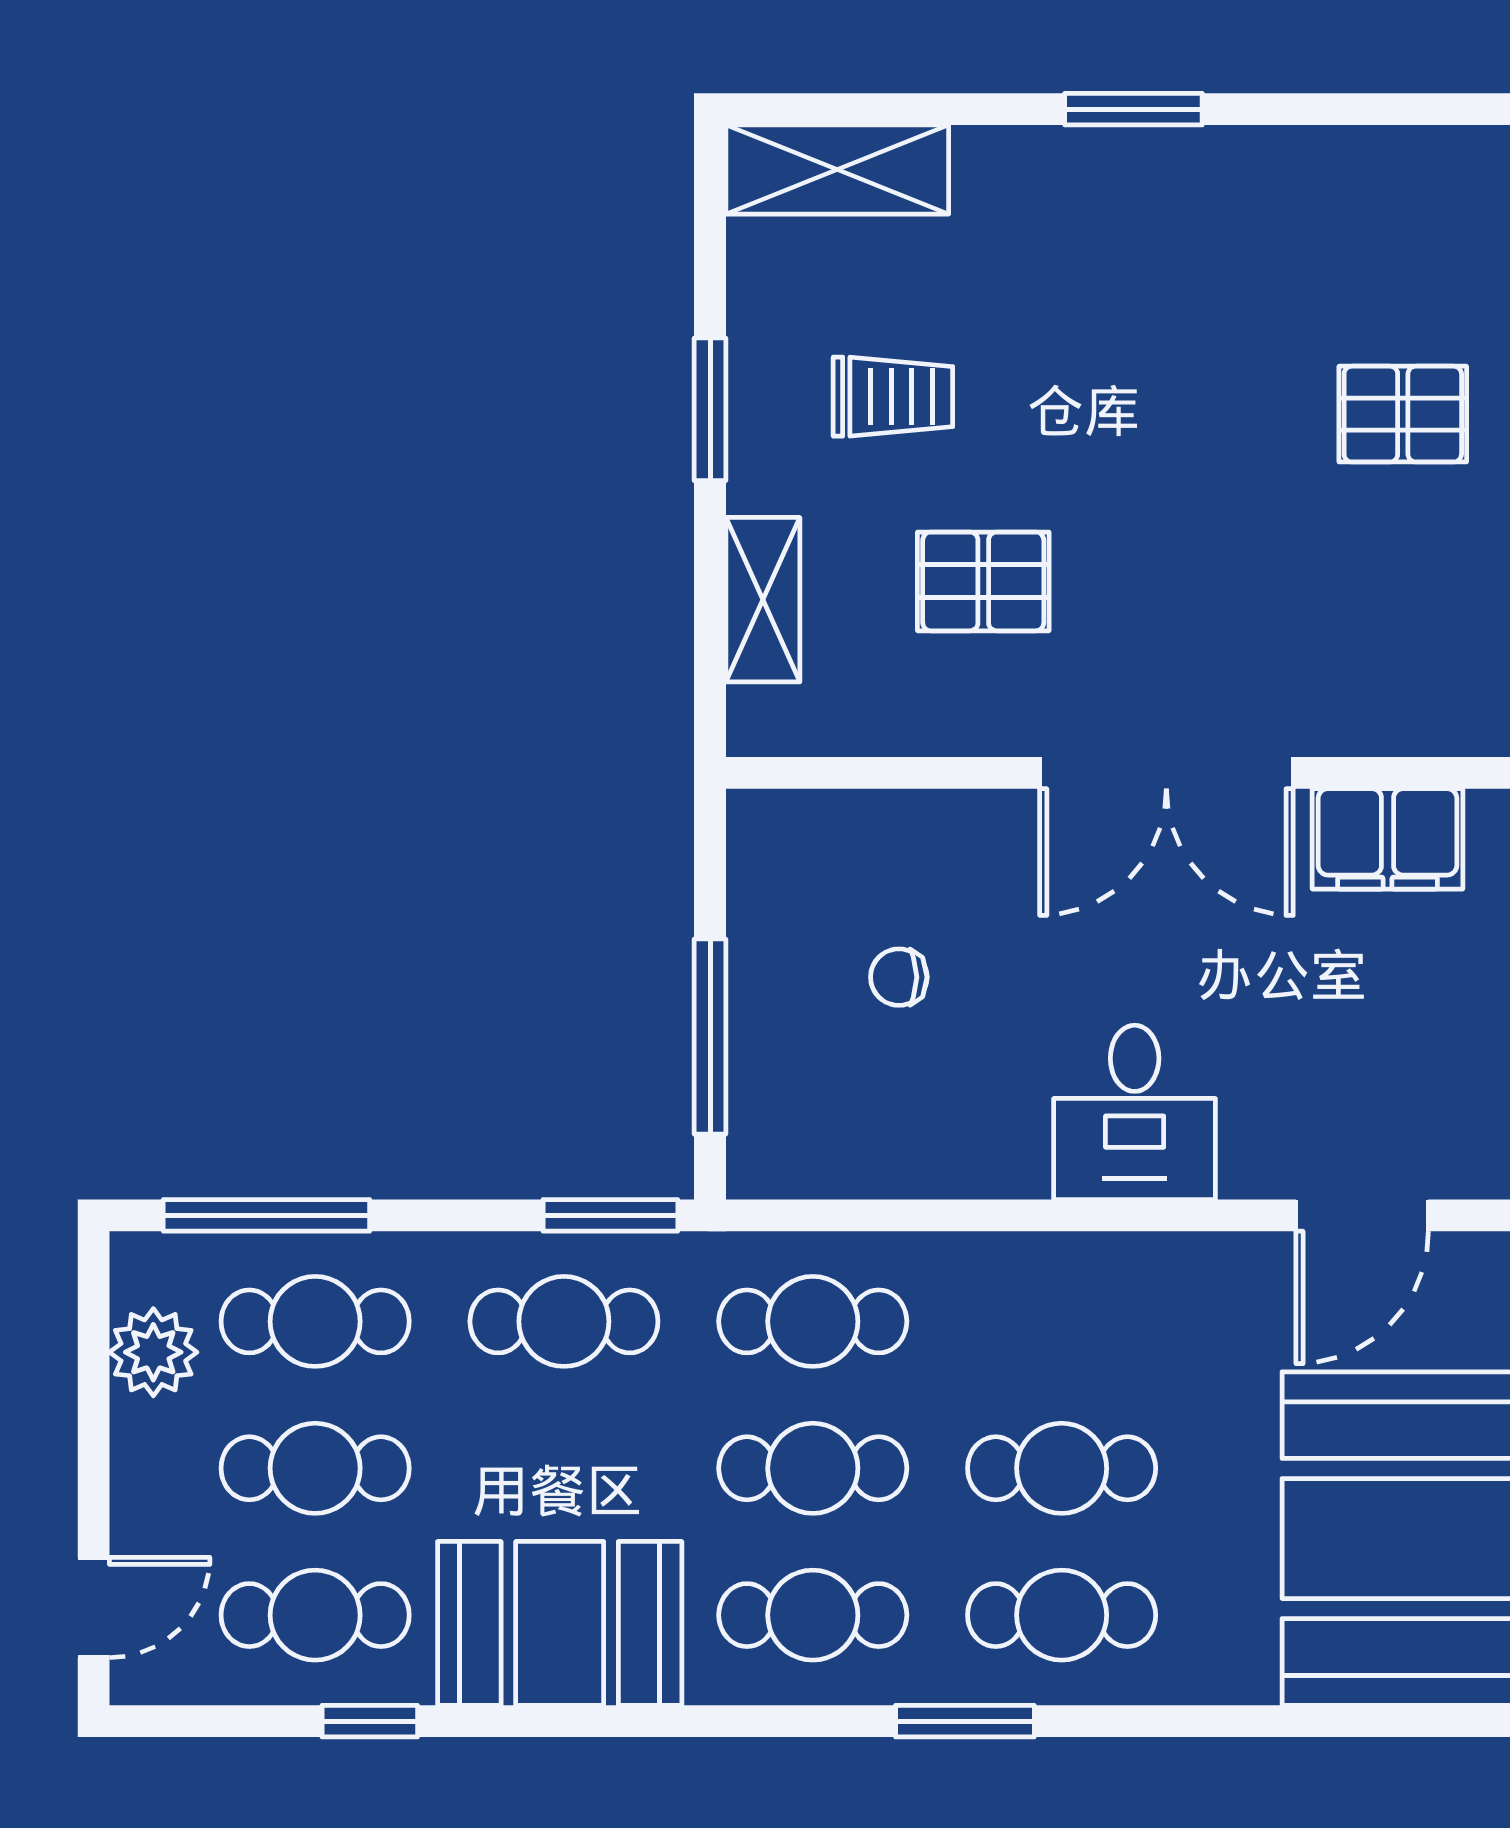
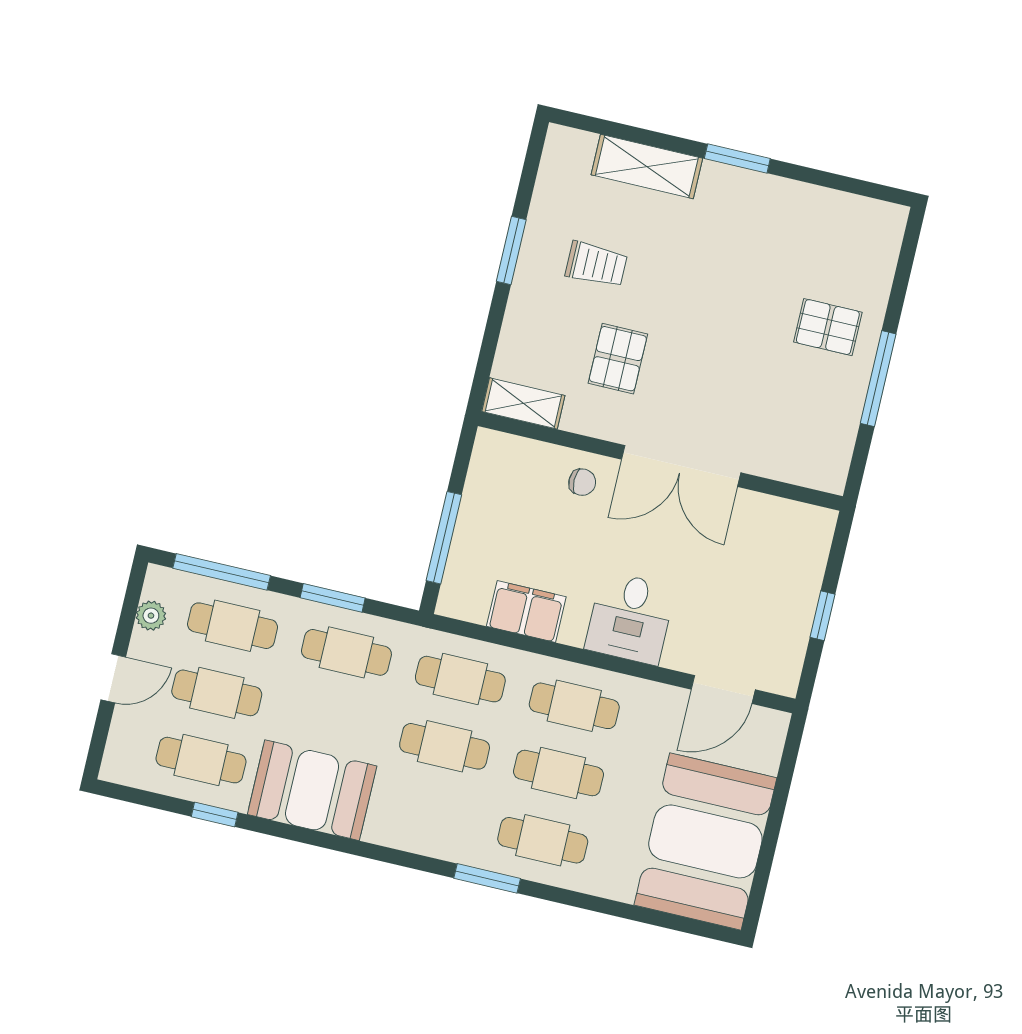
shelving: (837, 169) -> (647, 166), moved
pallet: (983, 581) -> (618, 359), turned 90
shelving: (763, 600) -> (523, 403), moved, turned 90
filing cabinet: (1388, 839) -> (526, 611), moved, turned 180
chair: (899, 977) -> (582, 482), moved, turned 180
window: (610, 1215) -> (333, 598), moved
plant: (153, 1352) -> (151, 616), width x0.73, depth x0.73
door: (94, 1607) -> (113, 678), moved
cafe table: (813, 1615) -> (574, 706), moved

